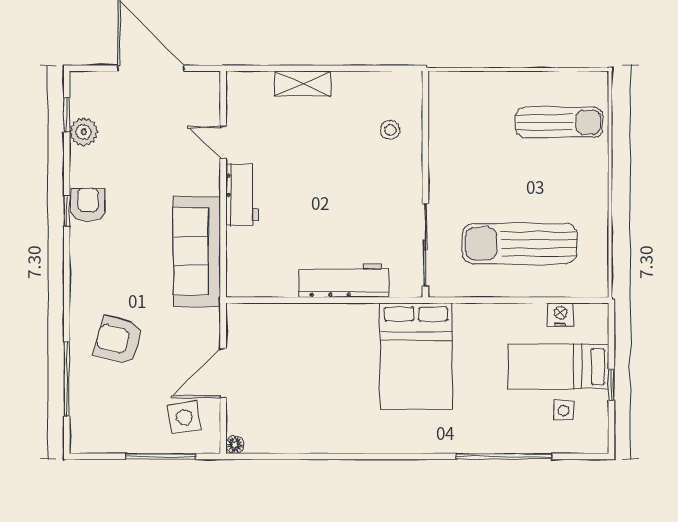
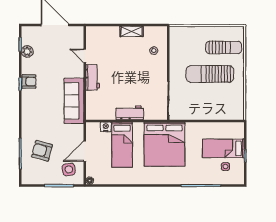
shelving: (303, 83) -> (131, 31), moved
armchair: (88, 205) -> (29, 82), turned 90
sun lounger: (520, 244) -> (210, 74), moved
workbench: (344, 280) -> (130, 113), width x0.73
nightstand: (560, 314) -> (106, 127), moved
armchair: (119, 340) -> (42, 151), moved
bed: (416, 356) -> (164, 144), width x1.36
bed: (313, 358) -> (122, 145), added

